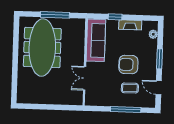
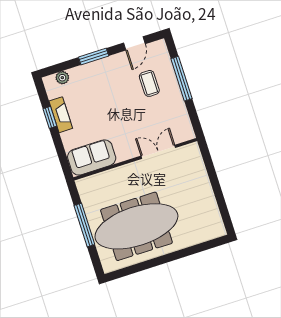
window: (115, 17) -> (50, 117), moved
sofa: (96, 40) -> (92, 157), width x0.73
armchair: (128, 65) -> (117, 97), removed
double door: (85, 78) -> (158, 152), swing flipped

